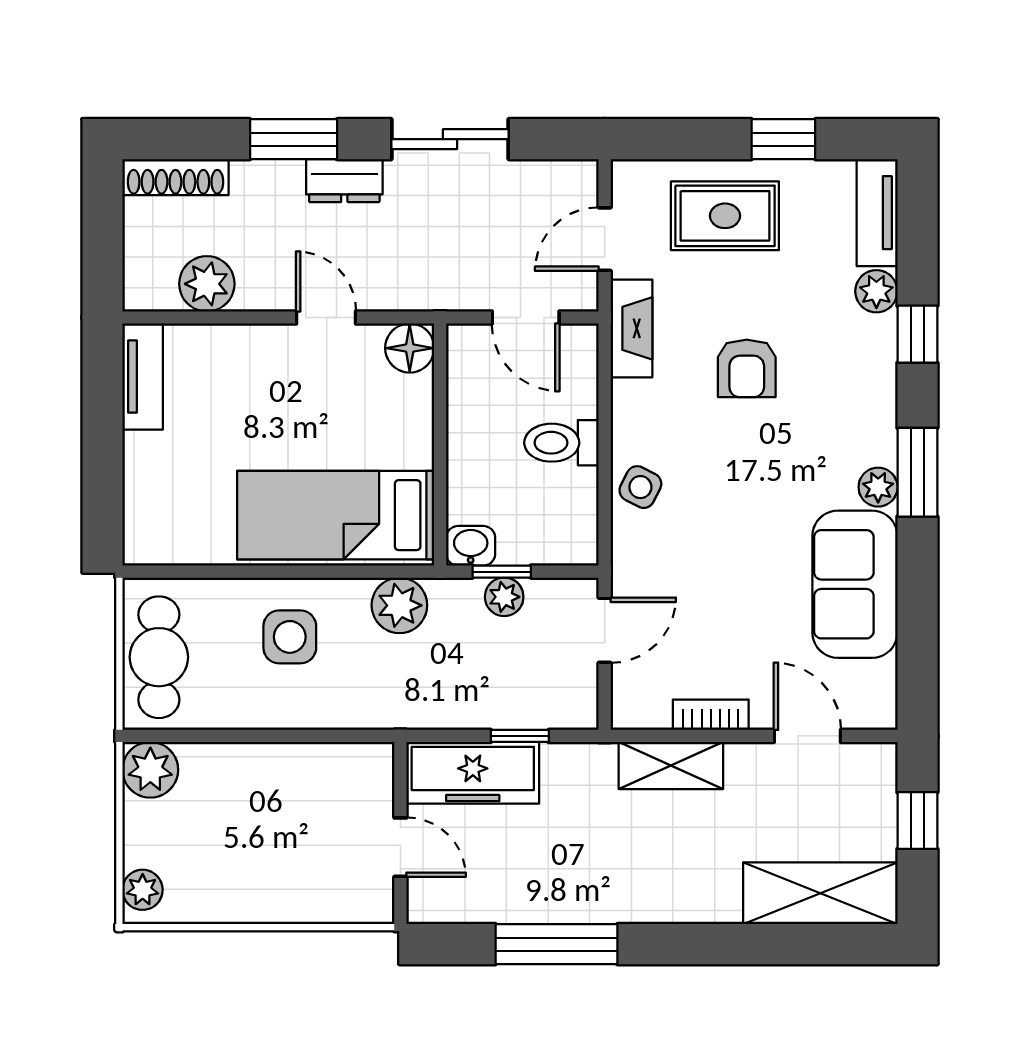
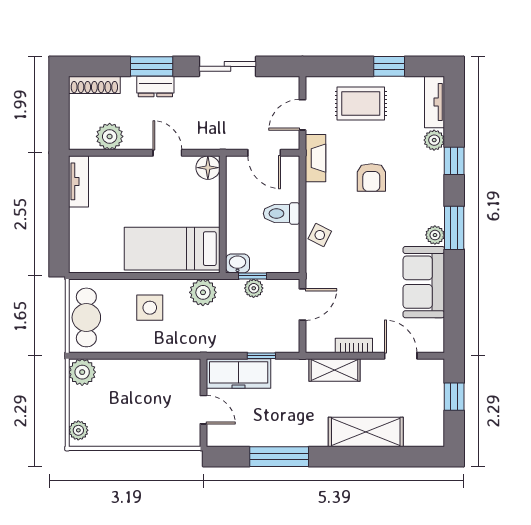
dresser: (344, 181) -> (155, 86), moved
shelving: (820, 893) -> (366, 432), moved

